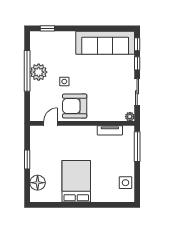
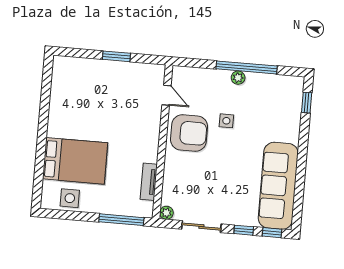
plant: (39, 72) -> (238, 78), width x0.53, depth x0.53
armchair: (75, 106) -> (189, 133), turned 90
bed: (76, 181) -> (75, 161), moved
floor lamp: (38, 183) -> (81, 69), removed

